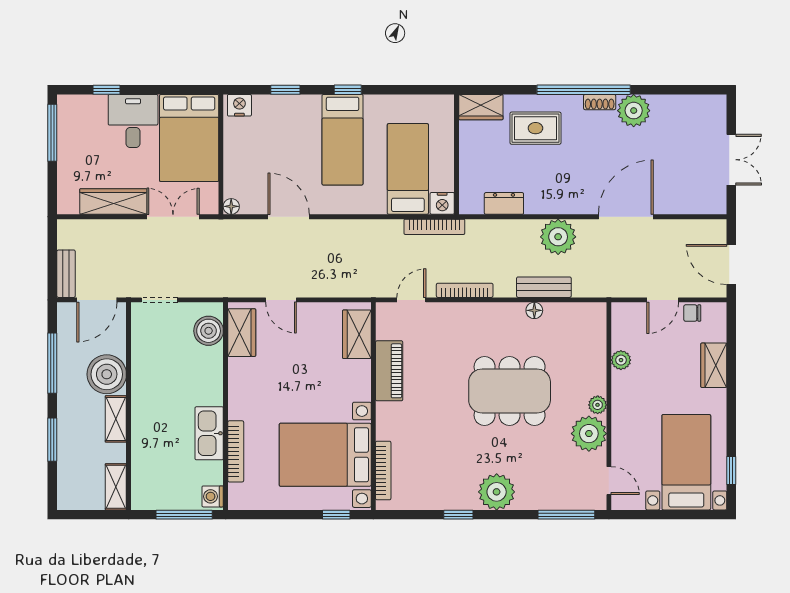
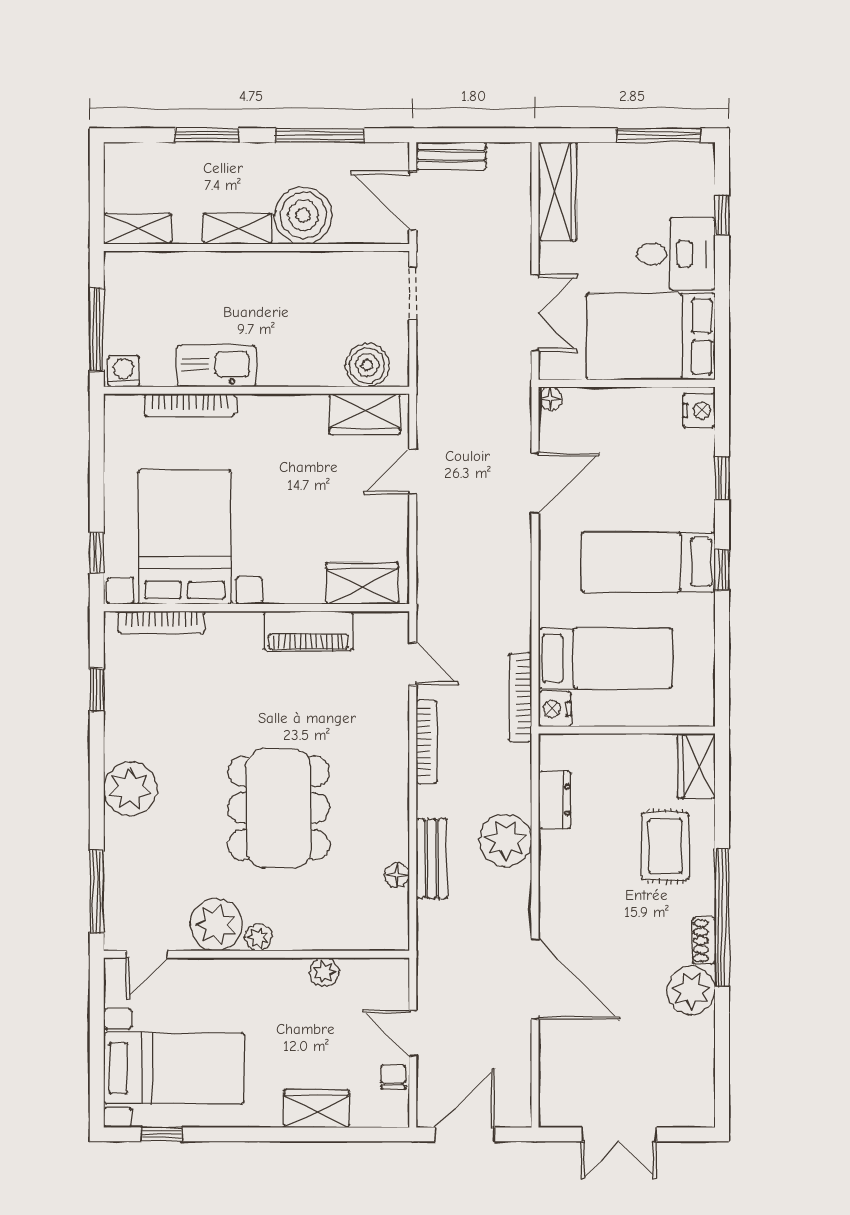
wardrobe: (113, 201) -> (558, 191), moved
plant: (558, 237) -> (506, 840), moved
floor lamp: (534, 310) -> (397, 875), moved
window: (458, 515) -> (97, 690), moved

